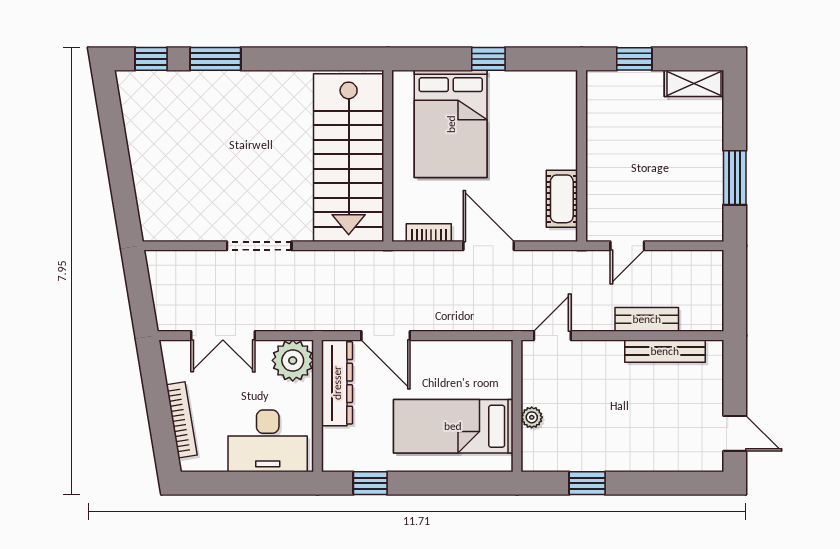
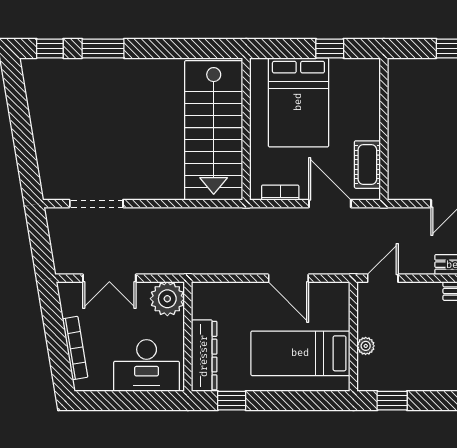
wall: (582, 156) -> (384, 129), moved
cot: (562, 199) -> (367, 165), moved
doorway: (259, 246) -> (96, 204), moved
door: (386, 336) -> (288, 278), moved
dresser: (337, 383) -> (204, 356), moved
window: (587, 483) -> (392, 401), moved

